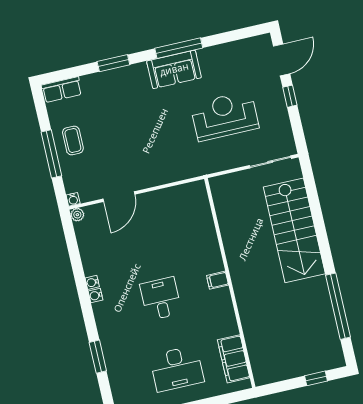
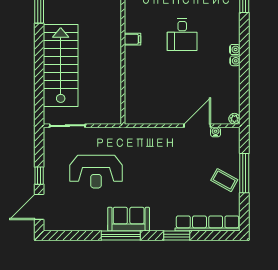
row of seats: (62, 90) -> (208, 223), width x2.02
coffee table: (73, 140) -> (224, 180), turned -61
water cooler: (73, 199) -> (216, 132), moved

